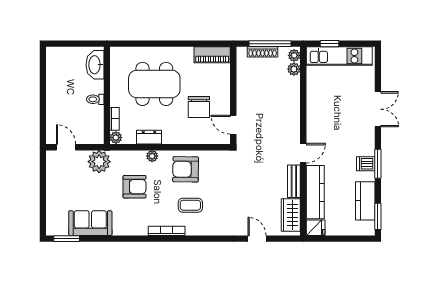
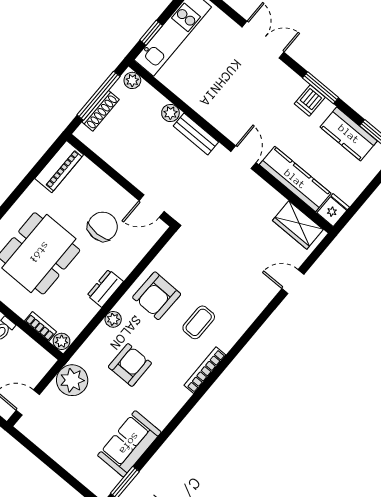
plant: (294, 69) -> (170, 113), moved
chair: (199, 107) -> (103, 227), turned -90
dresser: (149, 137) -> (105, 288), moved
bench: (294, 181) -> (196, 134), moved

